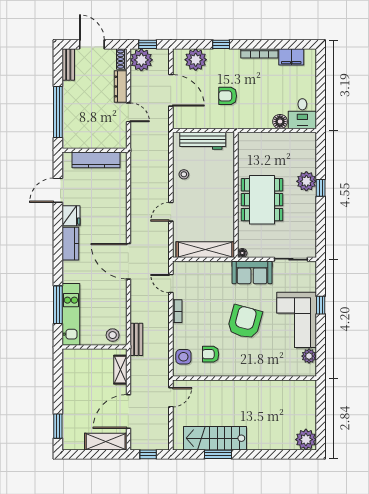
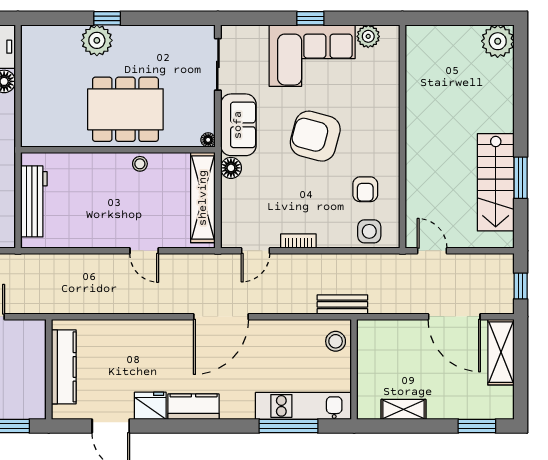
stool: (184, 174) -> (140, 164), moved
floor lamp: (224, 268) -> (231, 168), added
window: (321, 305) -> (310, 18), moved
shelving: (120, 370) -> (404, 409), moved

